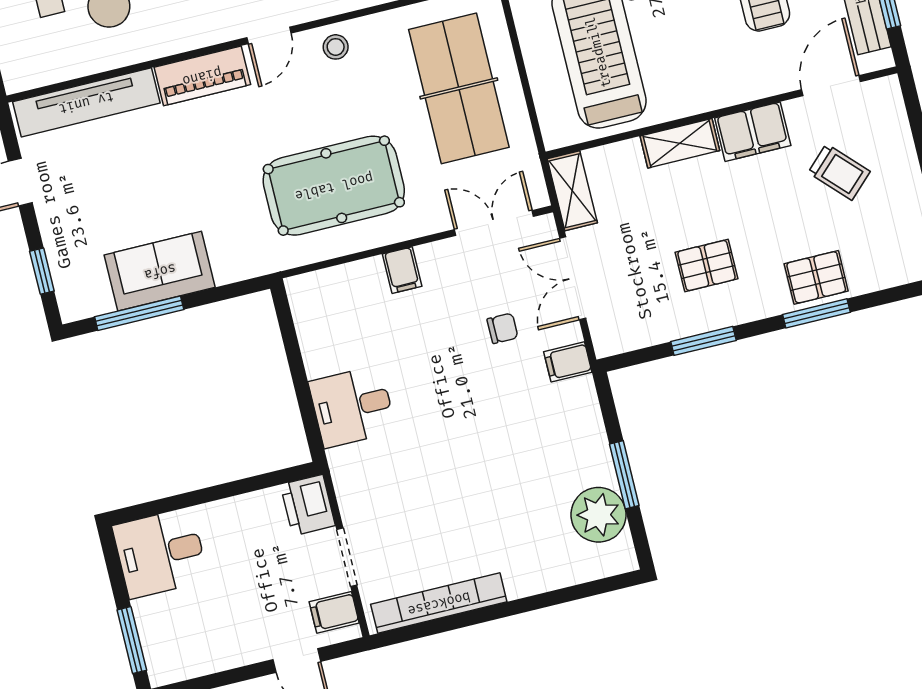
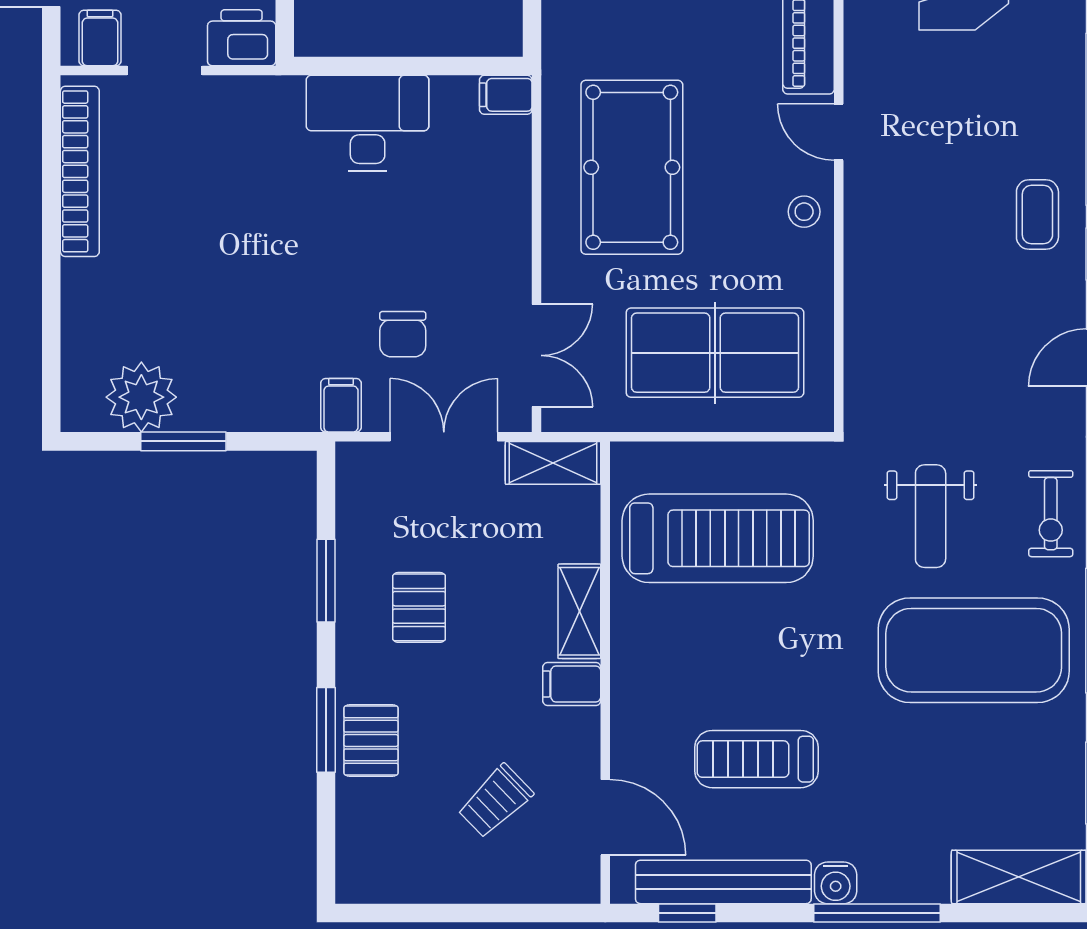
filing cabinet: (753, 132) -> (572, 684), width x0.50
filing cabinet: (402, 270) -> (506, 95), moved
chair: (502, 328) -> (403, 334), width x1.37, depth x1.37
desk: (352, 406) -> (368, 123), width x1.37

